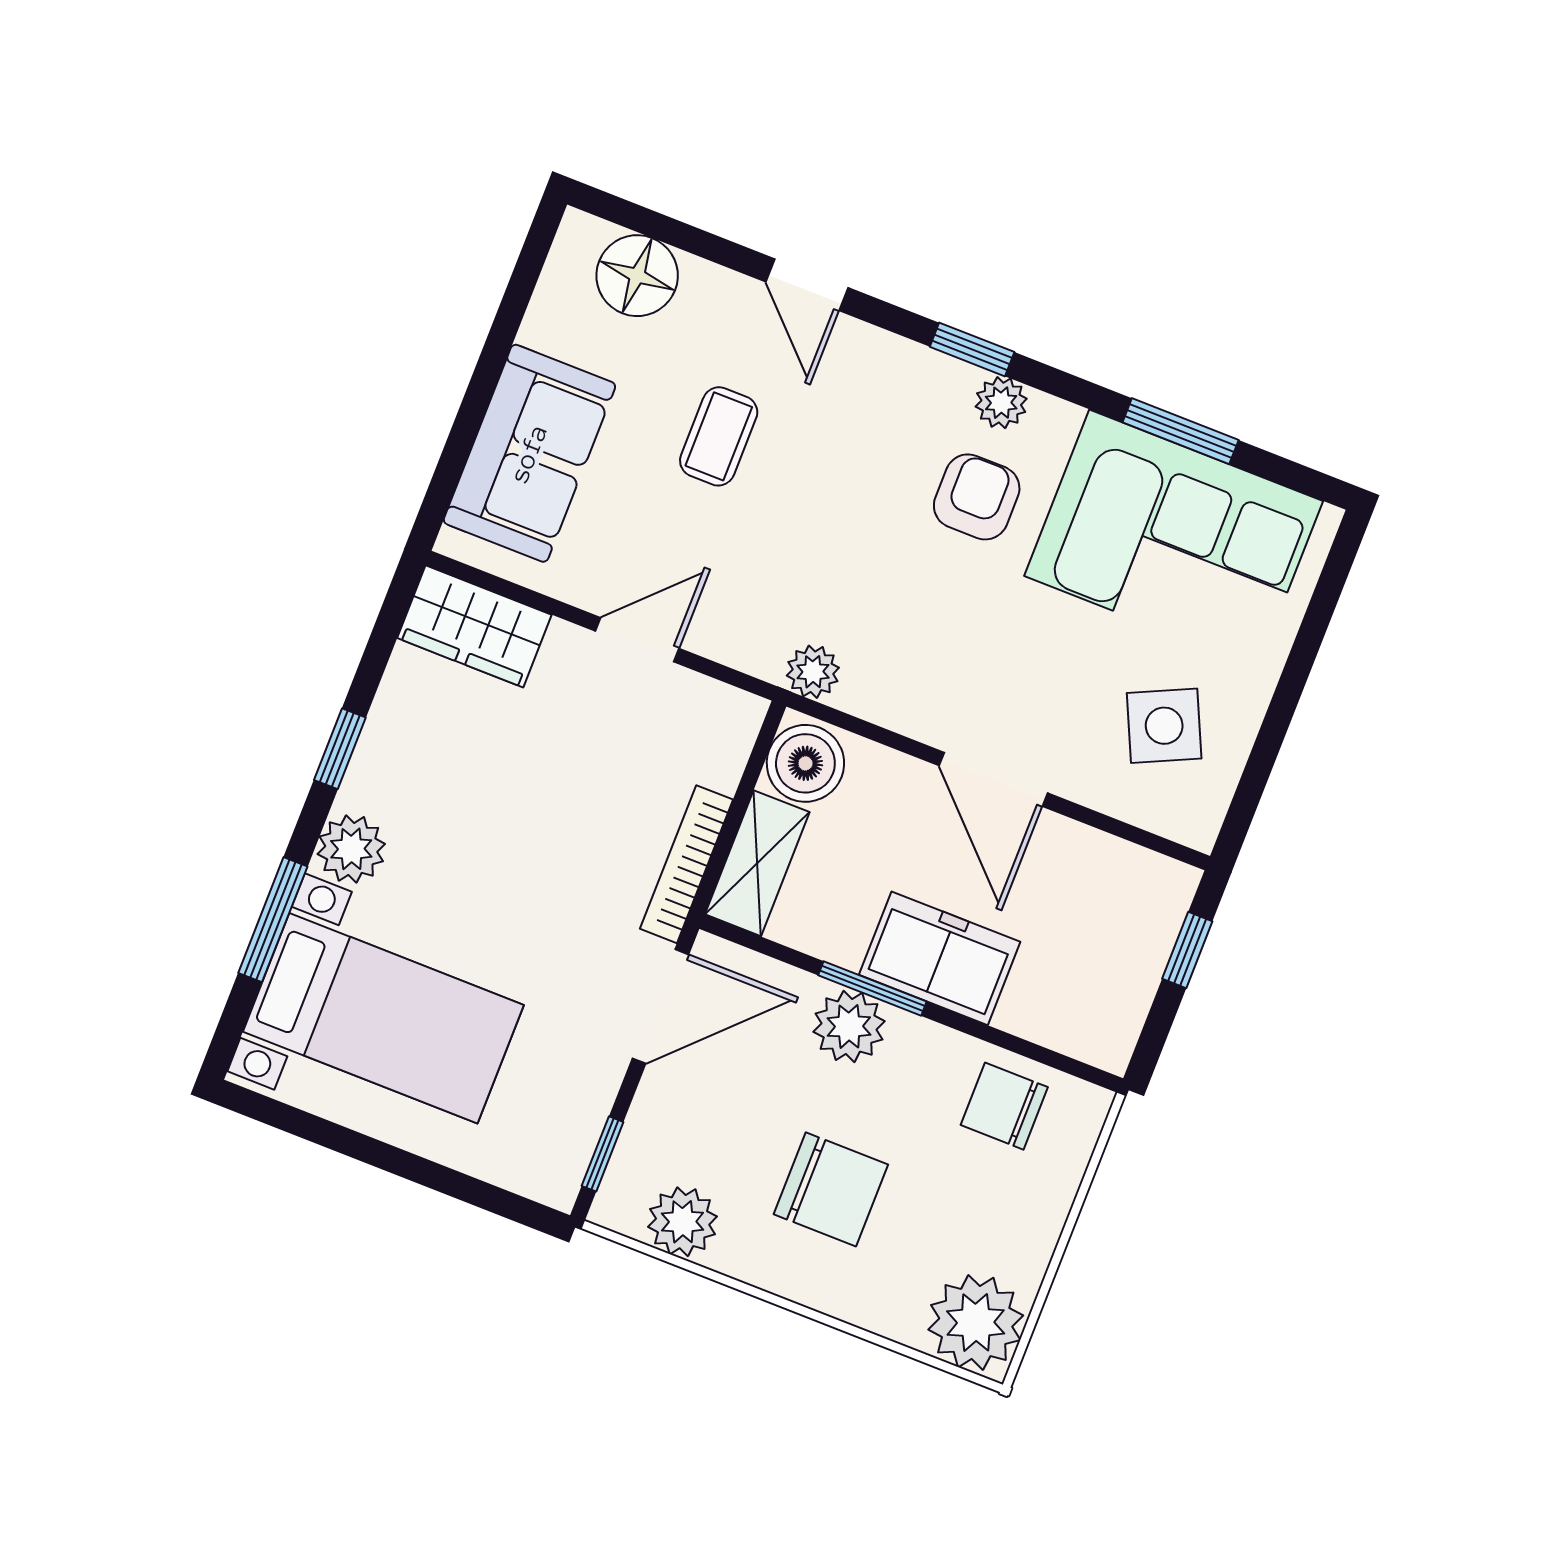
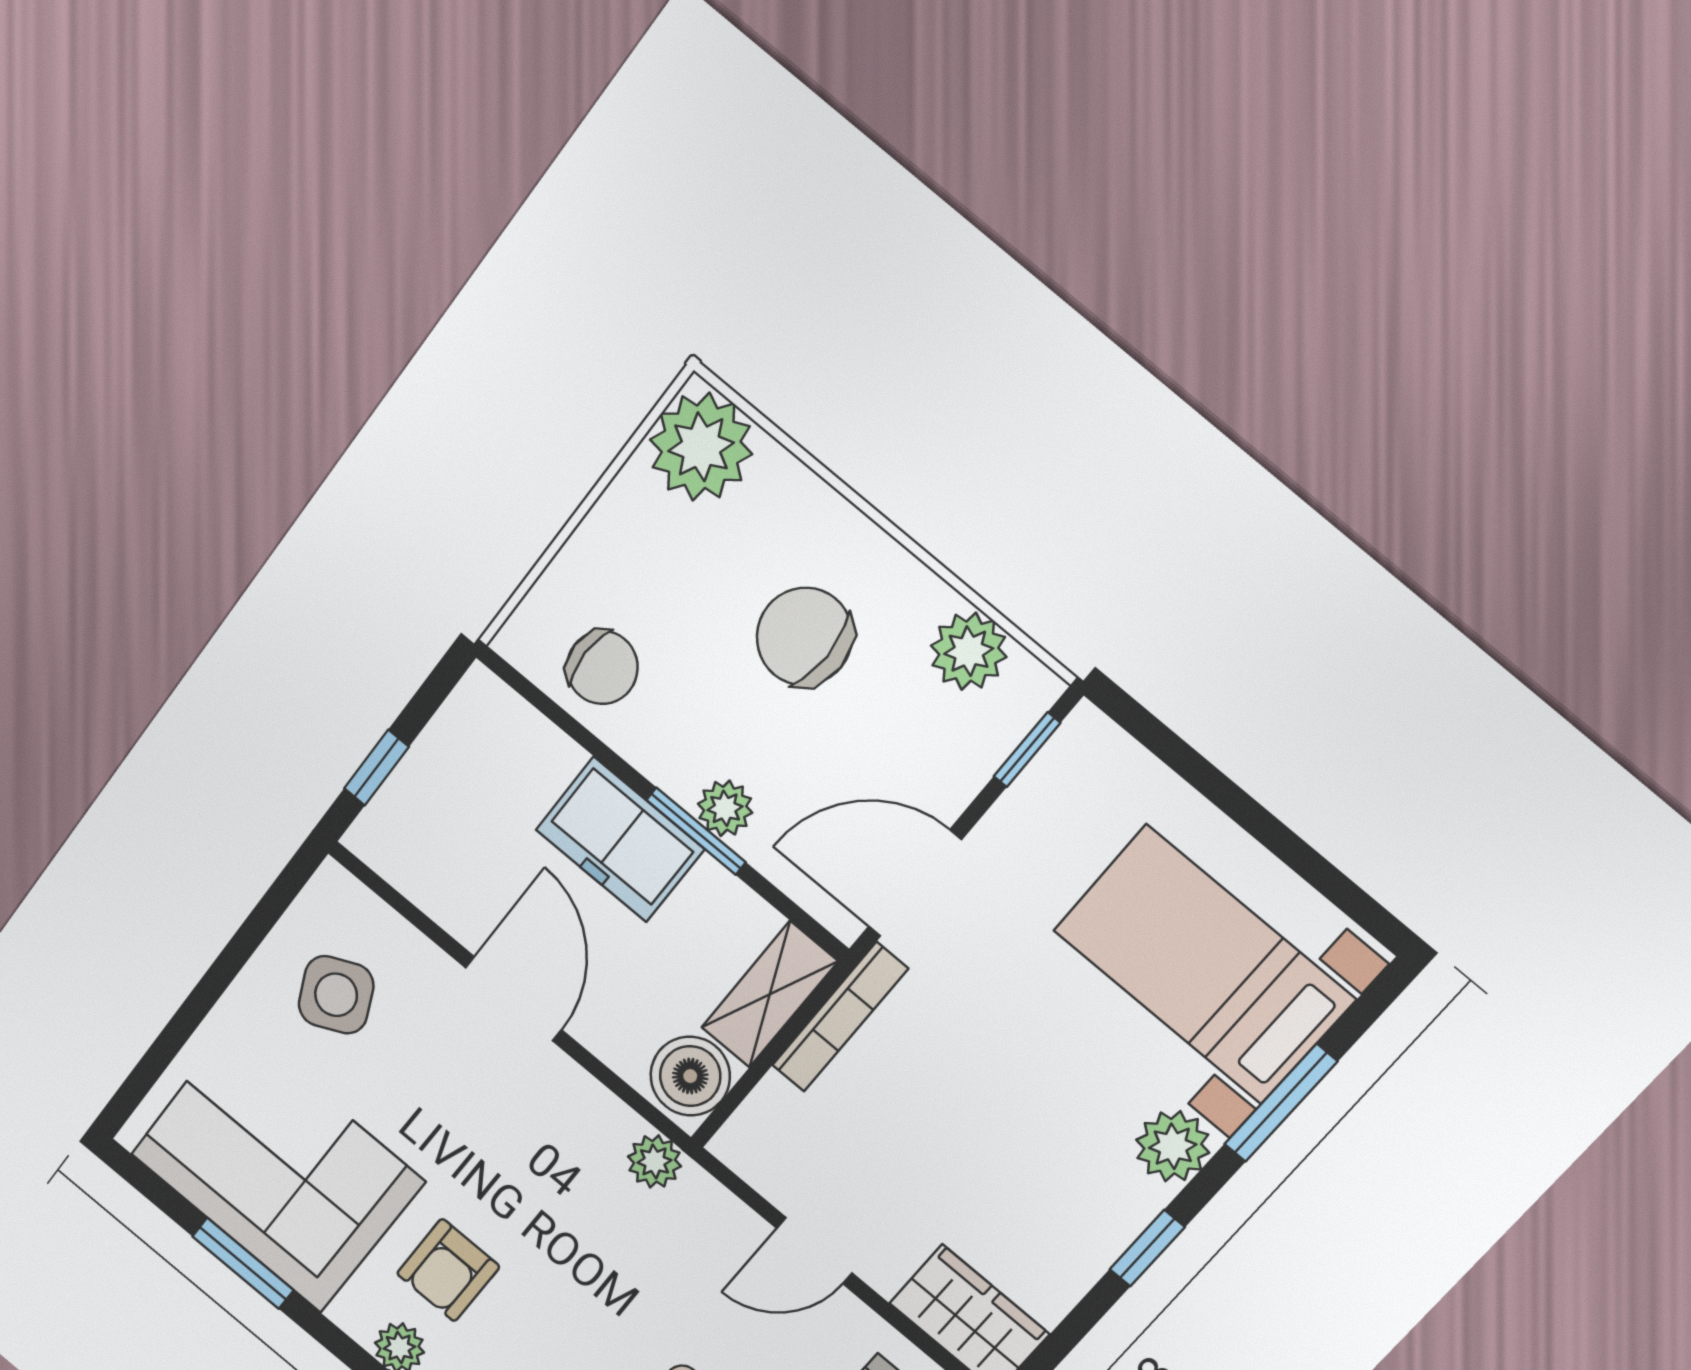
plant: (849, 1026) -> (725, 808), width x0.73, depth x0.73

